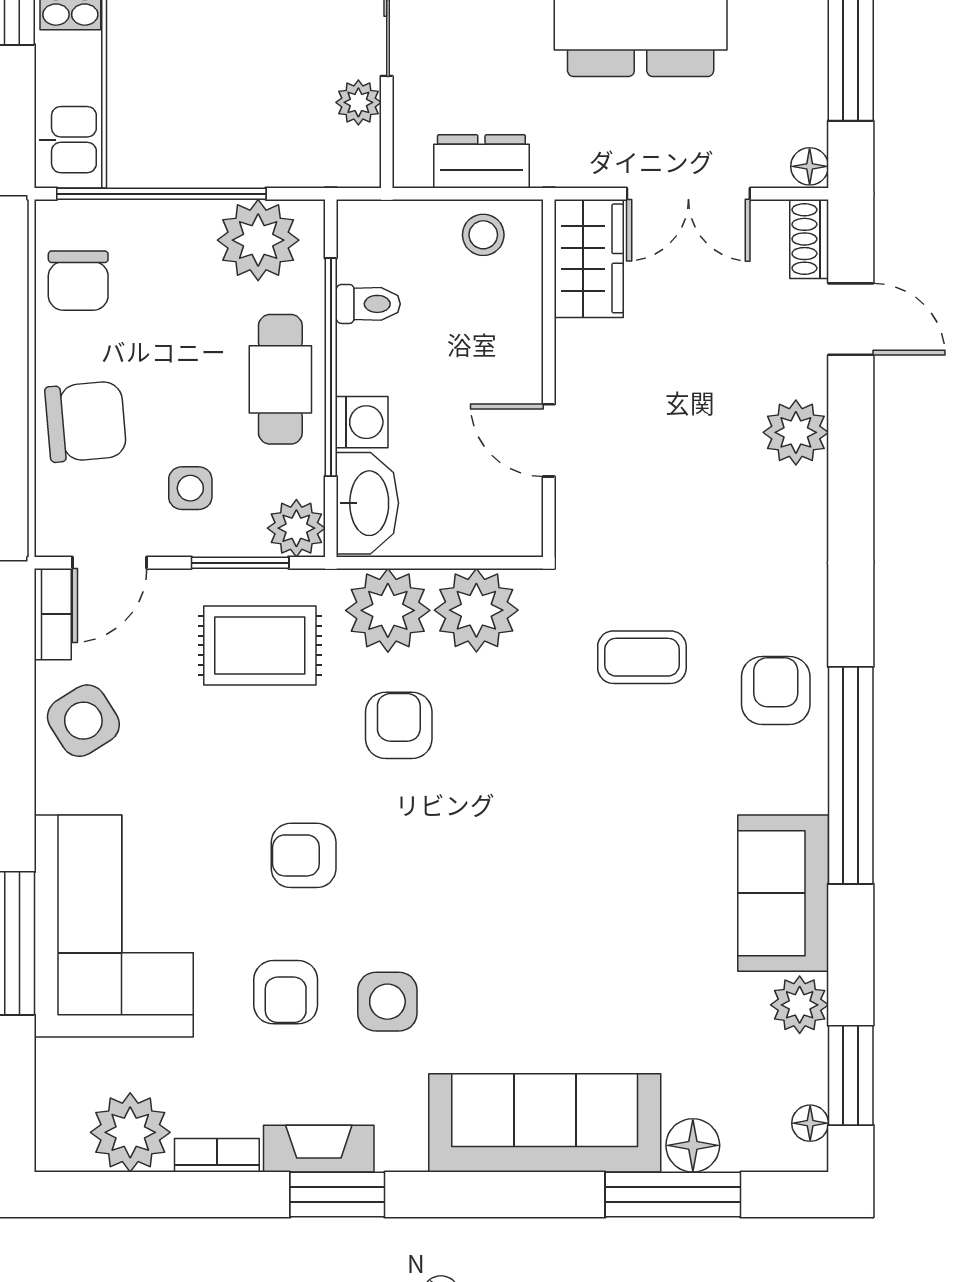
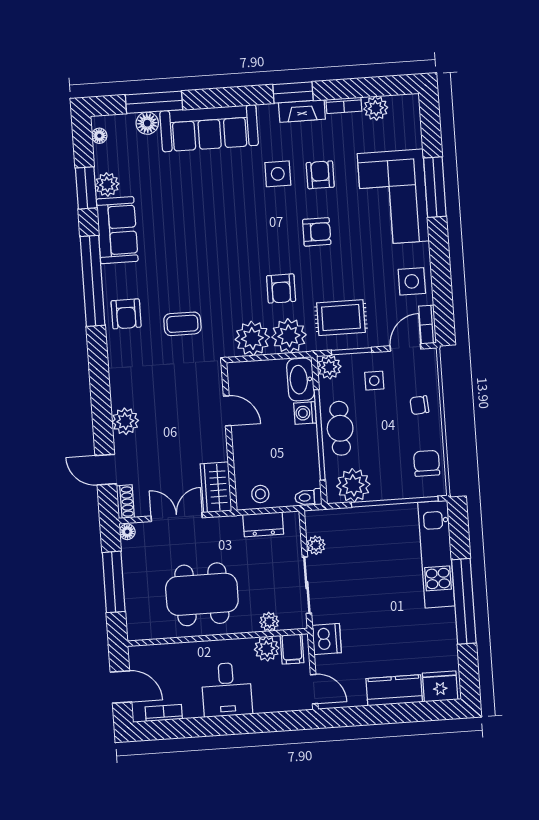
toilet: (368, 304) -> (308, 497), moved
chair: (86, 422) -> (419, 405), width x0.54, depth x0.54
side table: (83, 721) -> (412, 281), turned 32
window: (851, 1075) -> (86, 188), moved
plant: (130, 1132) -> (376, 108), width x0.73, depth x0.73

